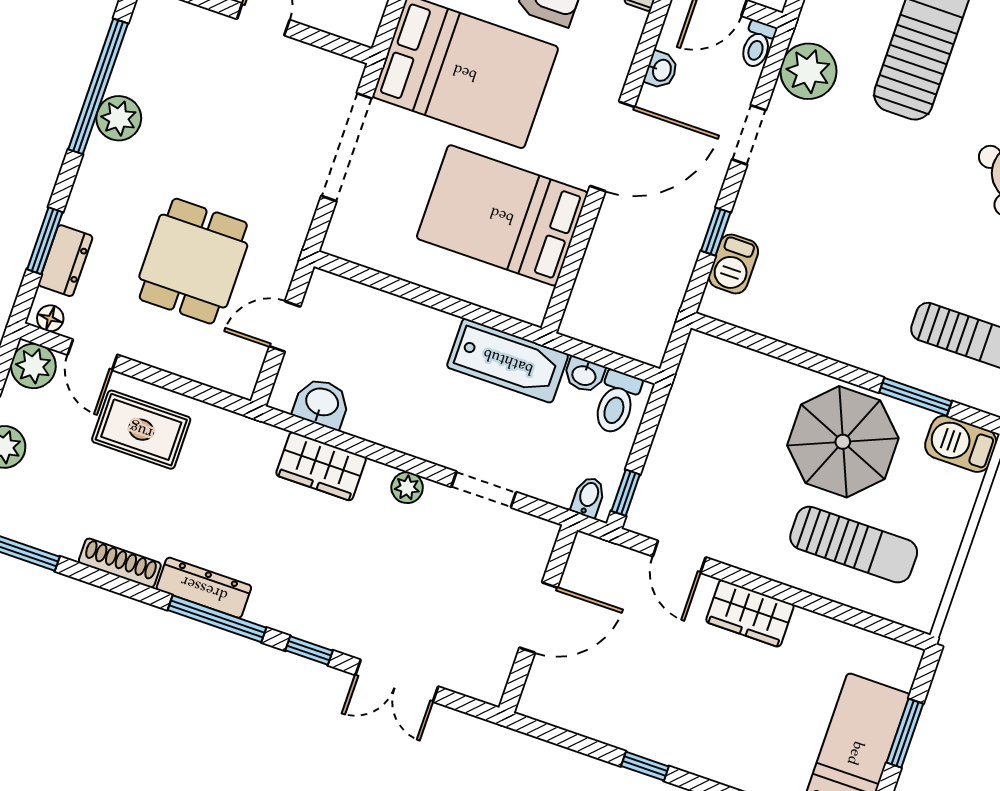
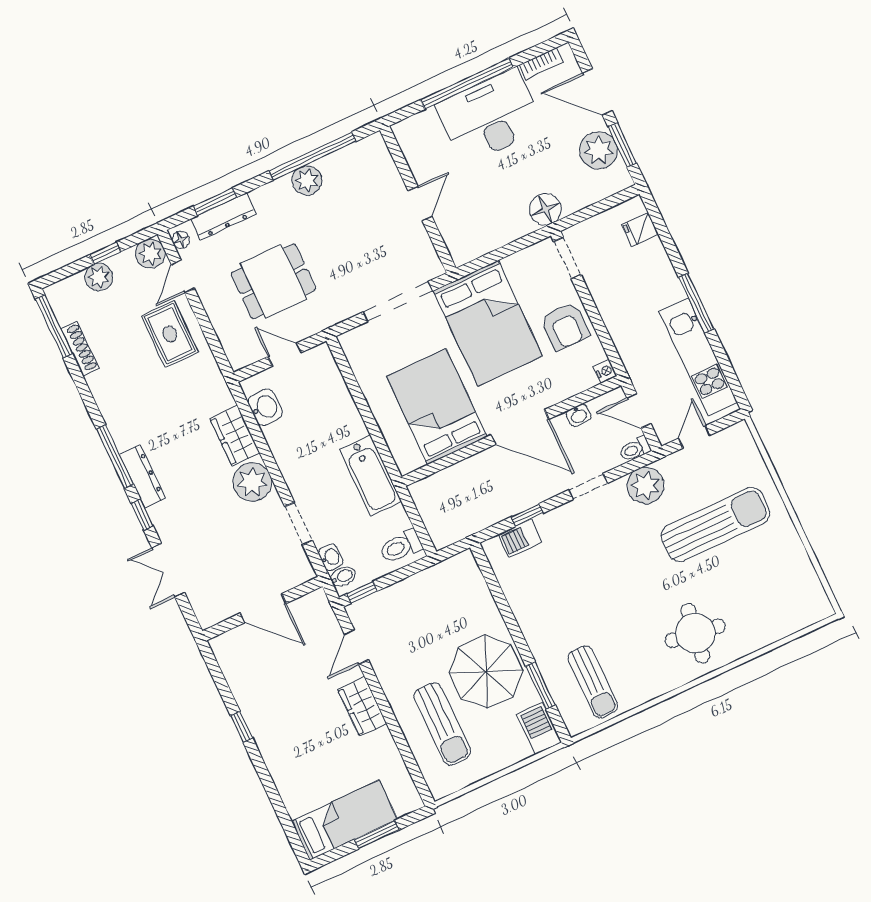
dresser: (65, 261) -> (223, 217), width x1.44
washbasin: (584, 375) -> (331, 557), moved, turned 180
plant: (407, 488) -> (252, 482), width x1.88, depth x1.88
shoe rack: (120, 563) -> (80, 349), moved
dresser: (204, 588) -> (143, 476), moved

